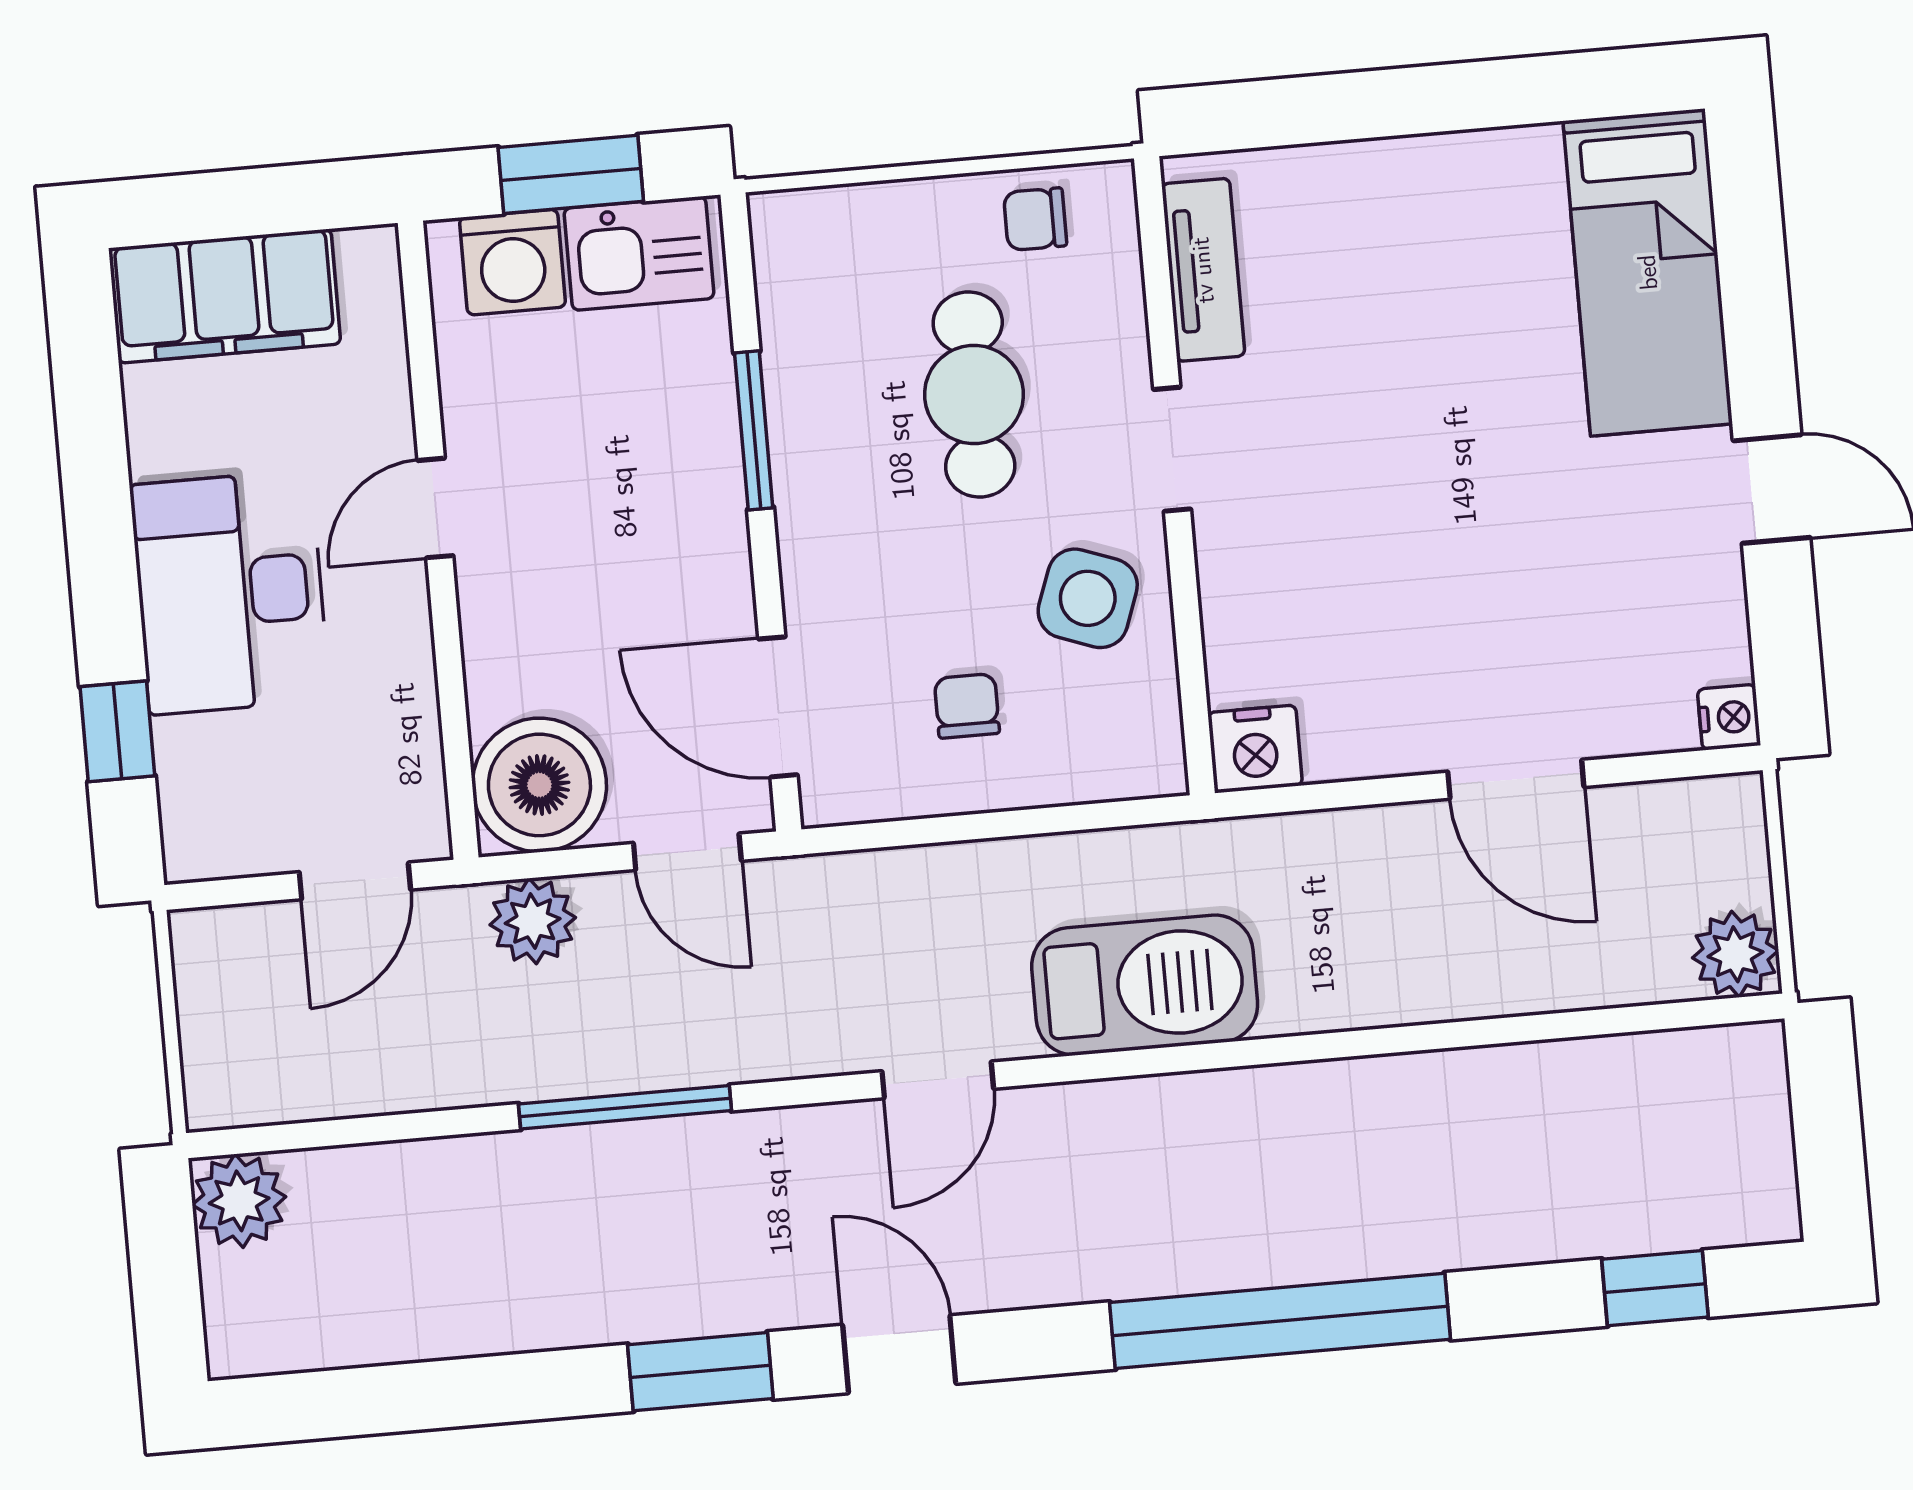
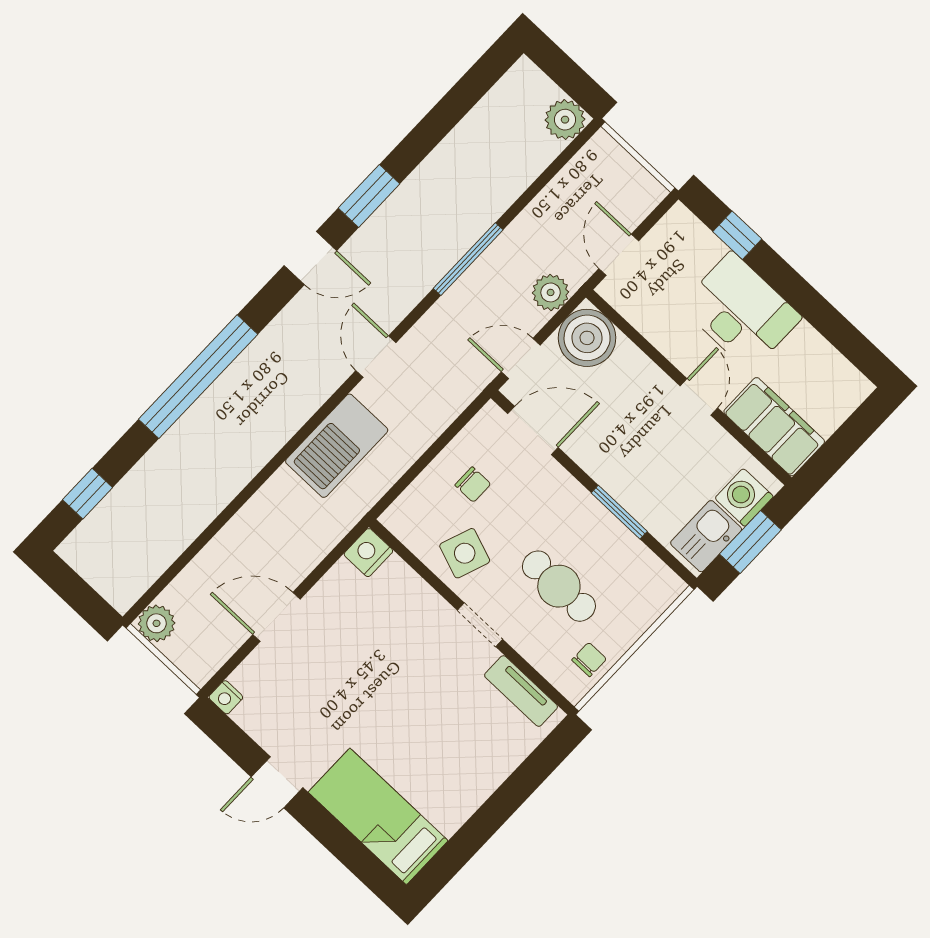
filing cabinet: (225, 296) -> (774, 427), moved, turned 90

